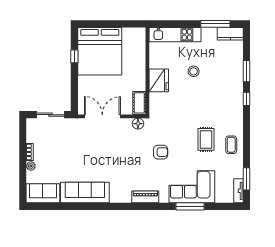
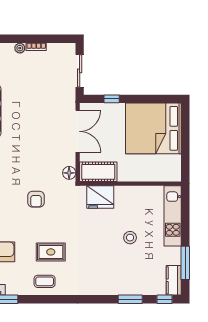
window: (74, 56) -> (112, 99), moved
fridge: (159, 80) -> (100, 197), moved
window: (247, 99) -> (165, 299), moved
cot: (139, 103) -> (98, 172), width x1.37, depth x1.34

